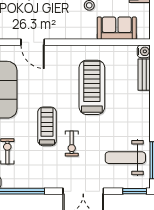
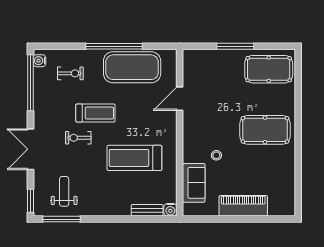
treadmill: (92, 87) -> (134, 158), turned 180
weight bench: (125, 158) -> (64, 191), width x0.73, depth x0.75

